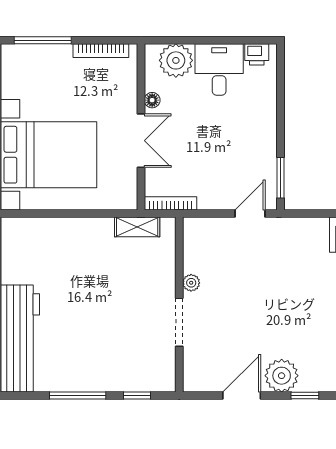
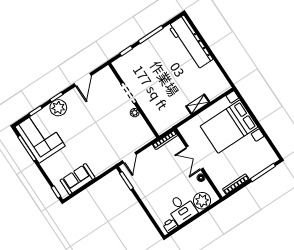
shelving: (137, 227) -> (198, 104), moved
plant: (282, 376) -> (58, 108), moved

